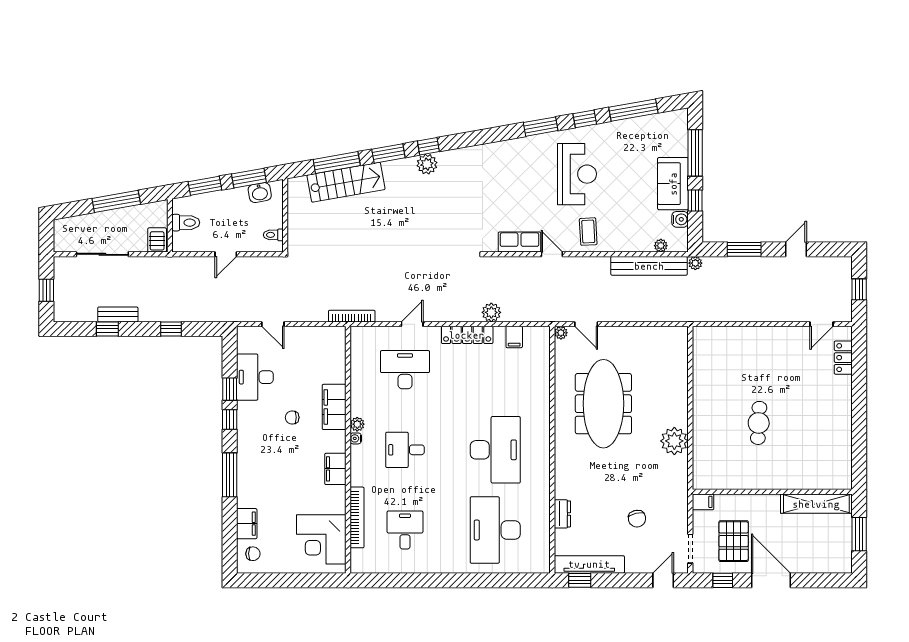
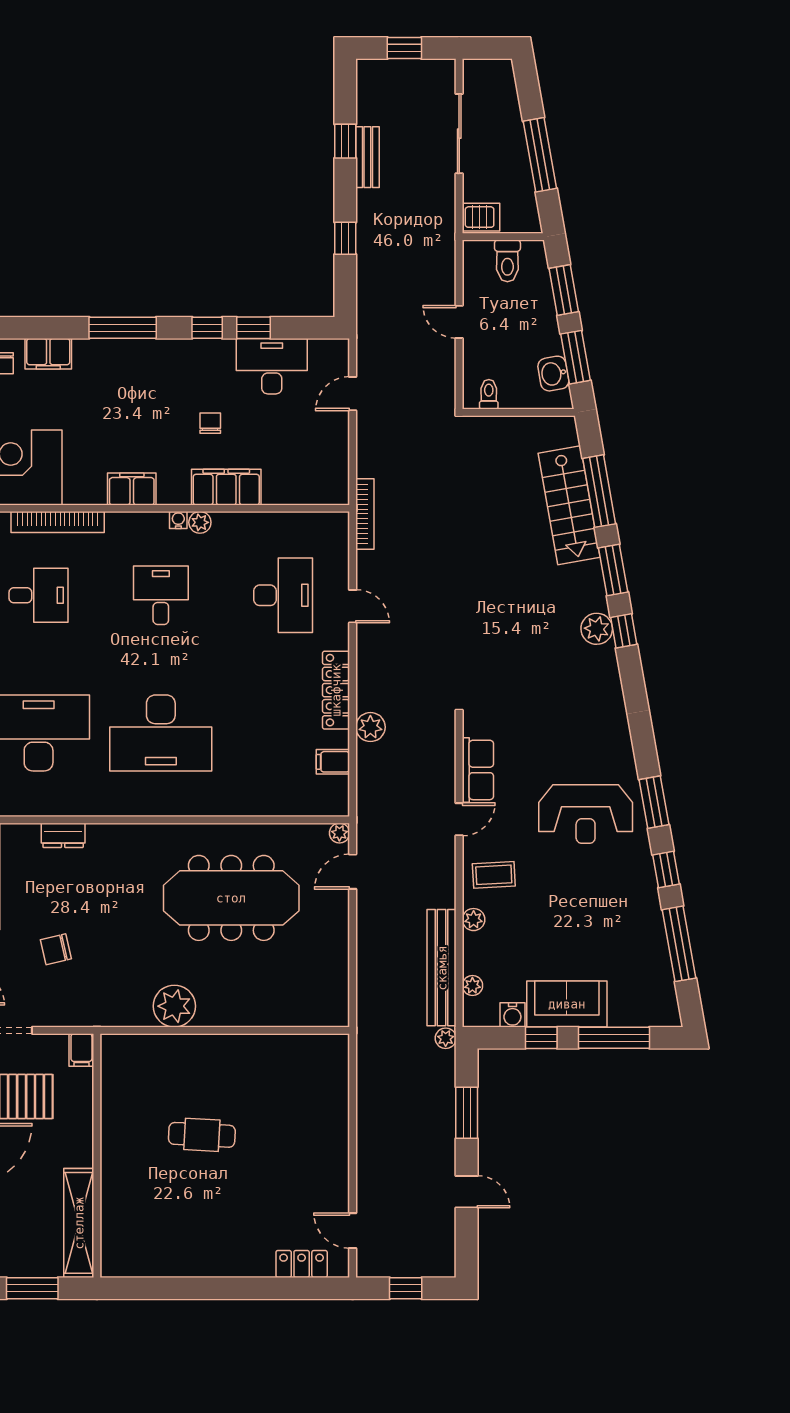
reception desk: (577, 174) -> (586, 814), moved
plant: (618, 245) -> (474, 920), added

